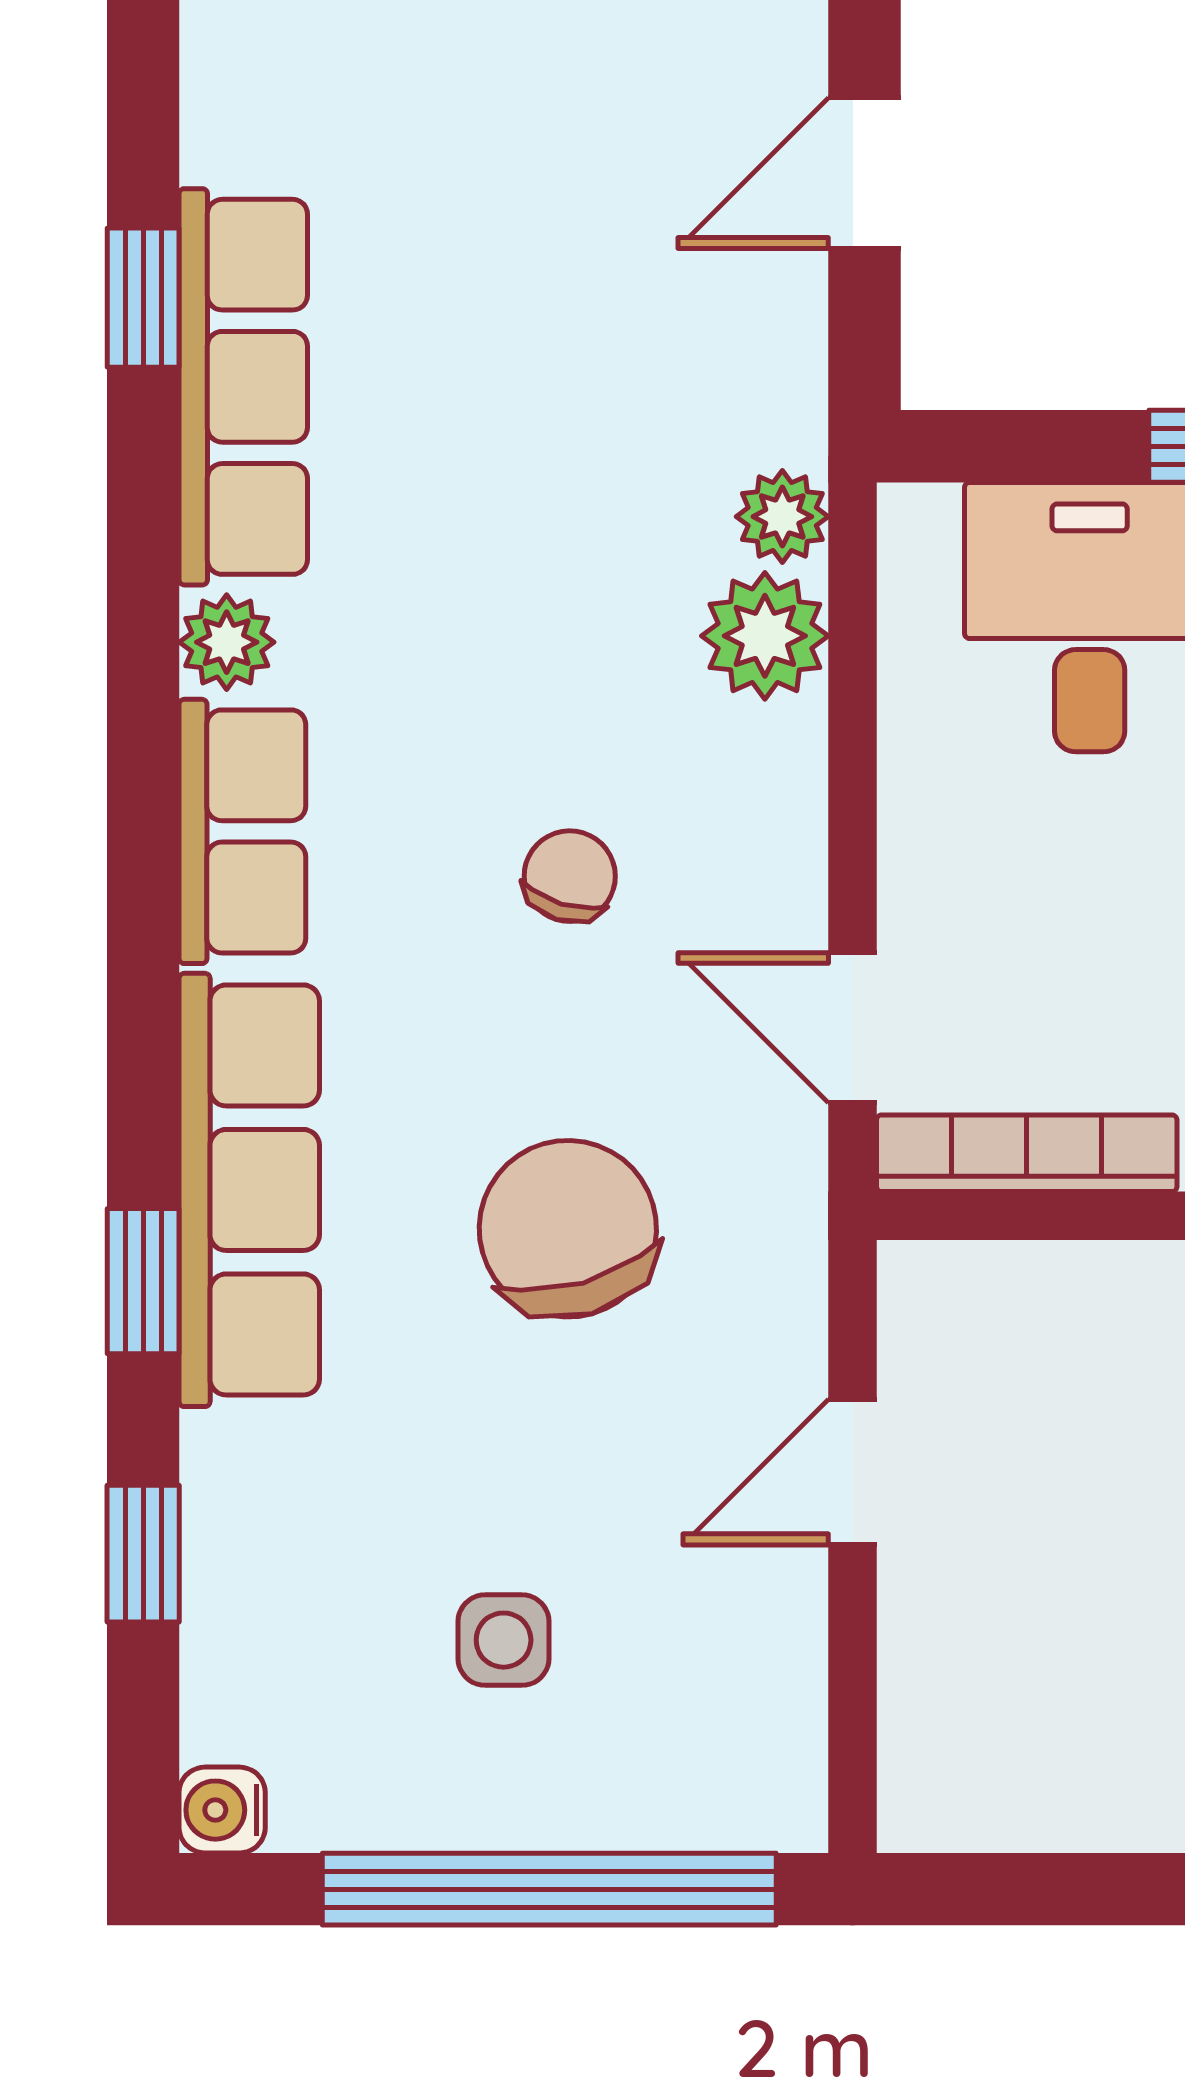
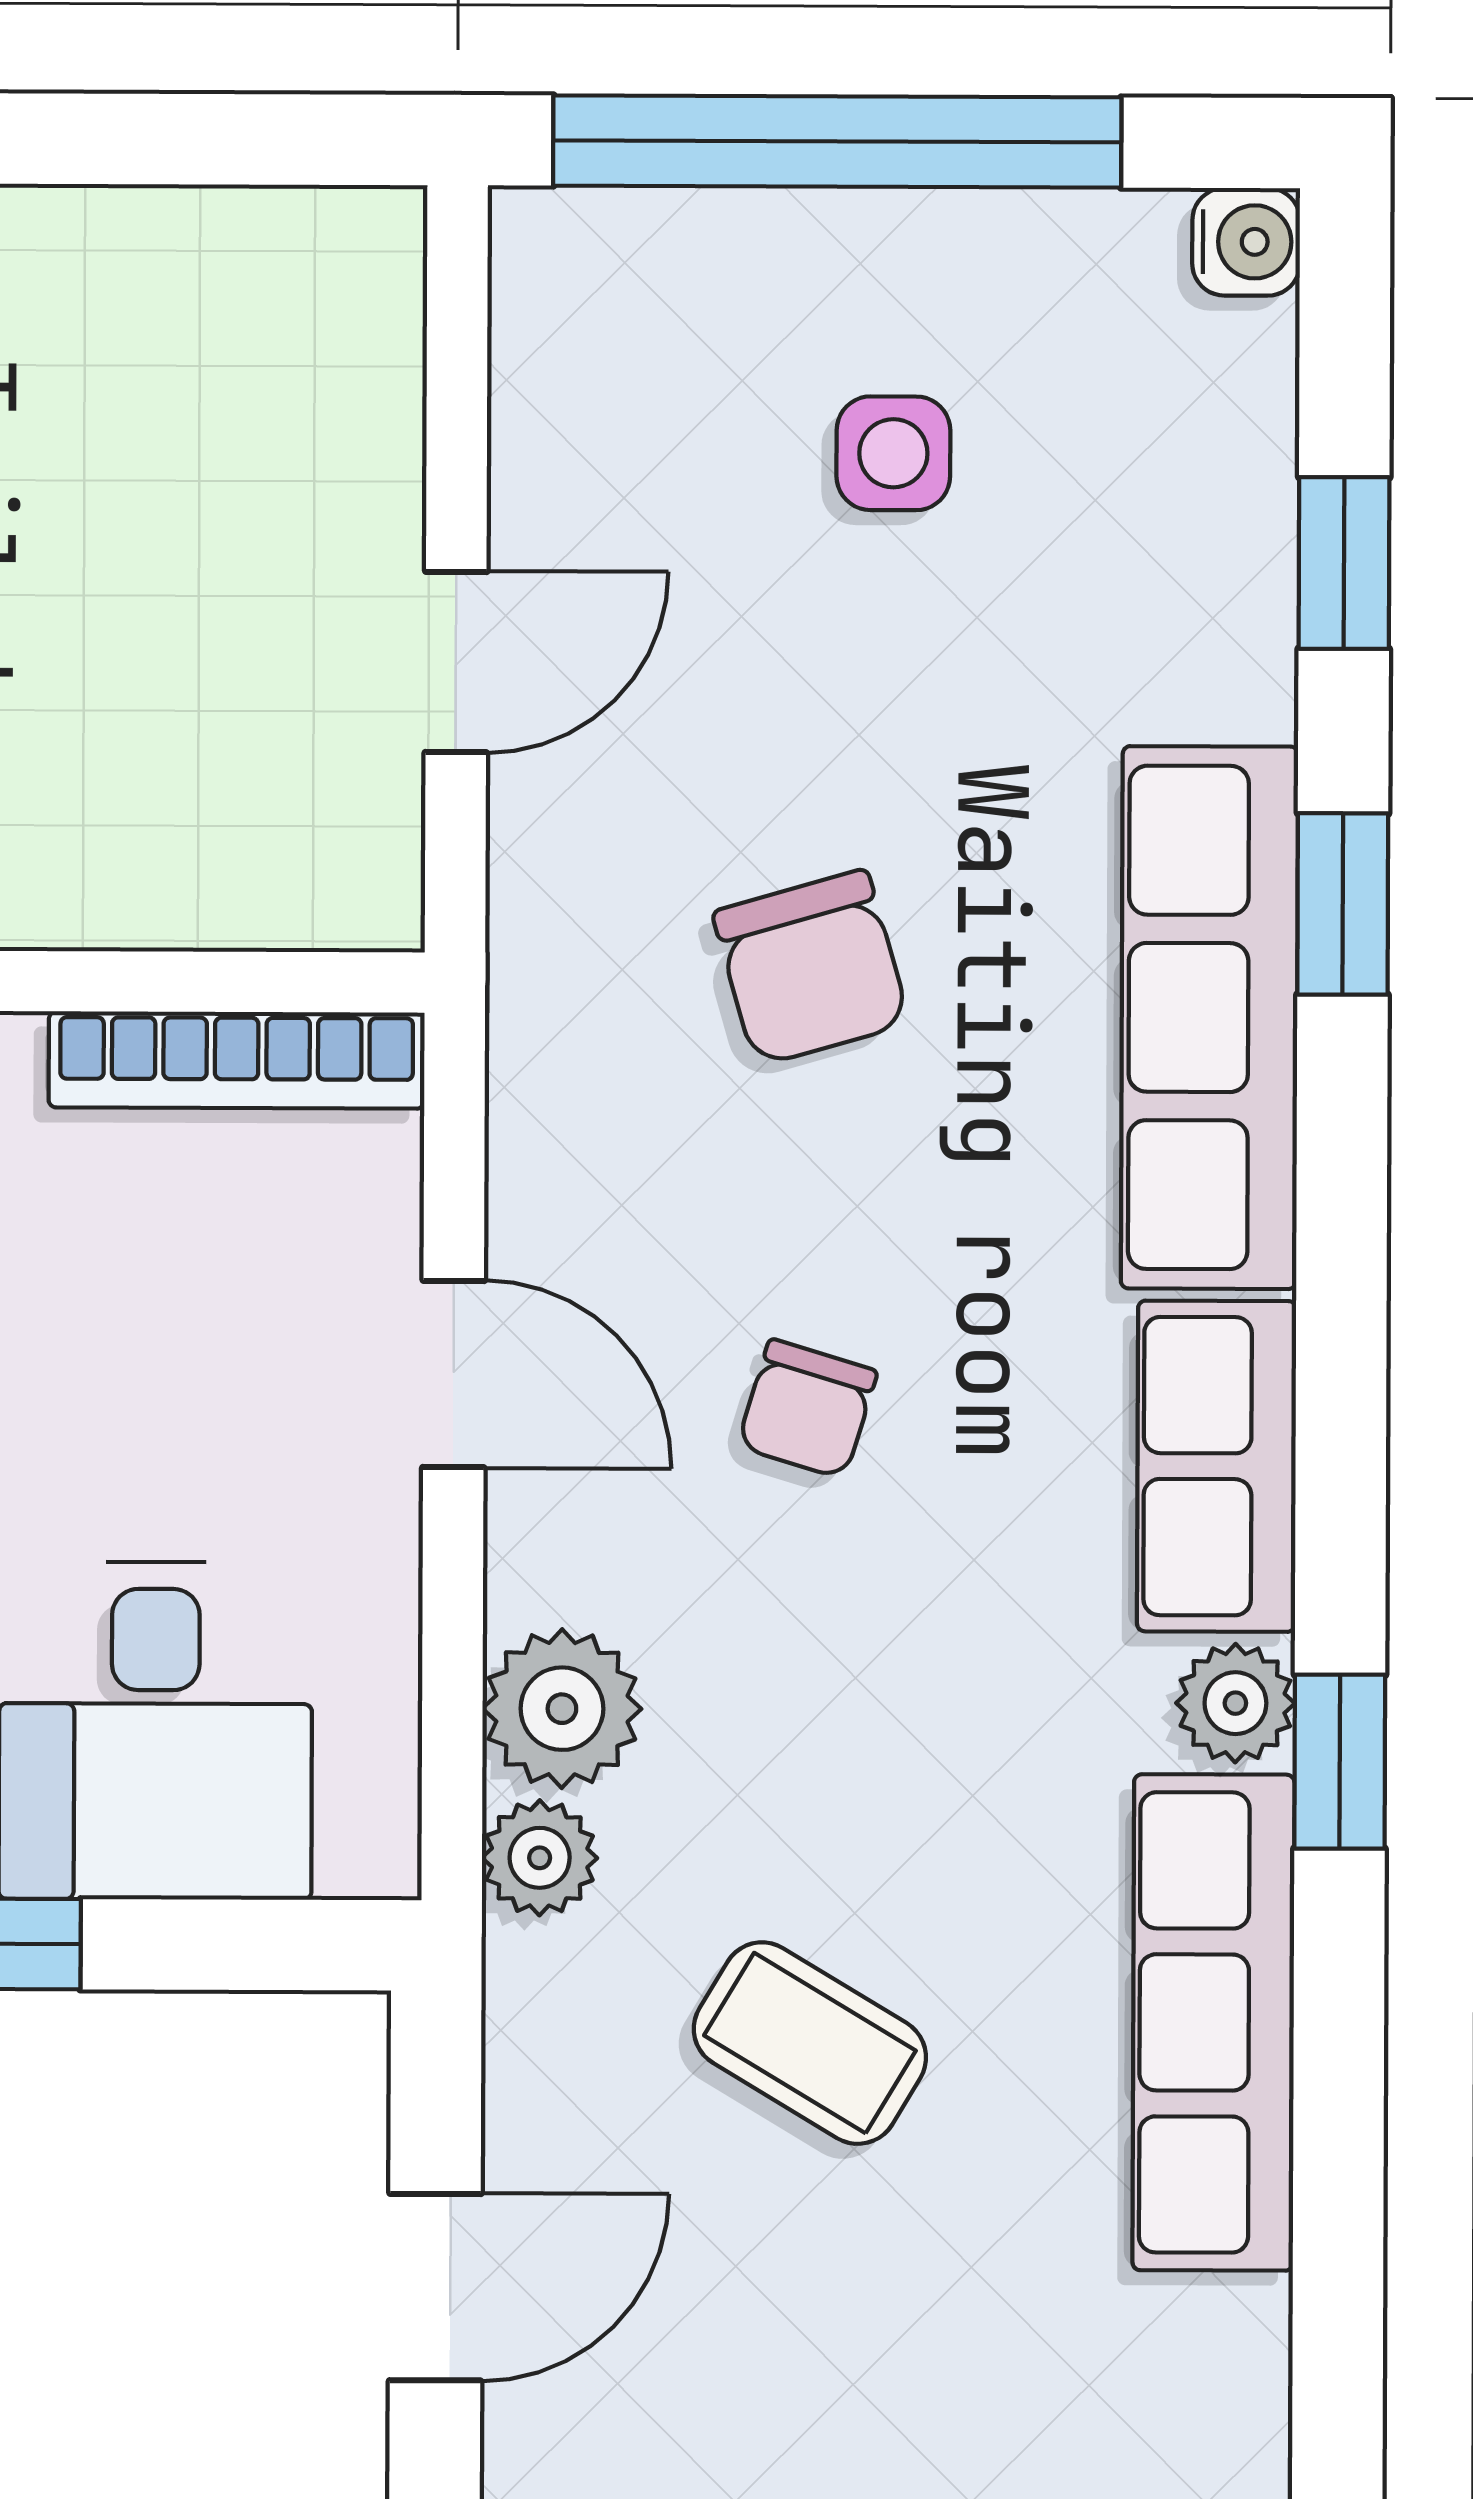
window: (143, 298) -> (1340, 1762), moved
coffee table: (566, 369) -> (810, 2043), added
door: (853, 1028) -> (453, 1374), moved
chair: (568, 1229) -> (811, 968), width x0.73, depth x0.73

